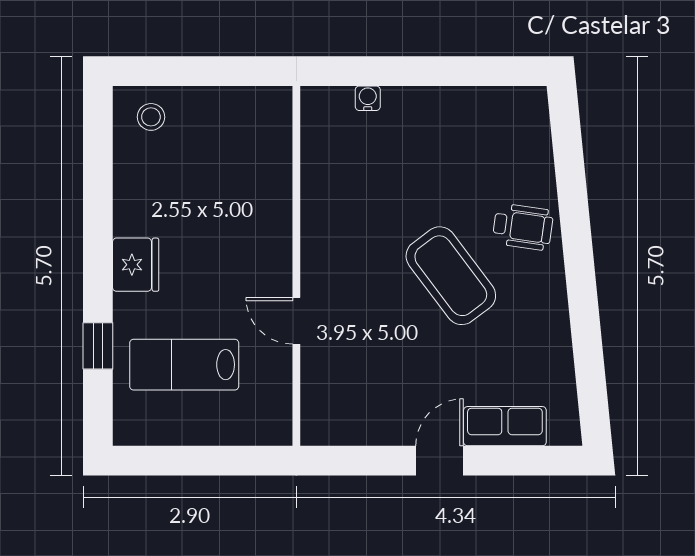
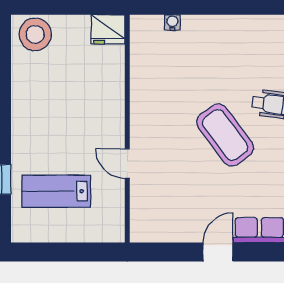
stool: (151, 117) -> (35, 34), width x1.89, depth x1.89
fridge: (136, 265) -> (108, 29), moved, turned 90

